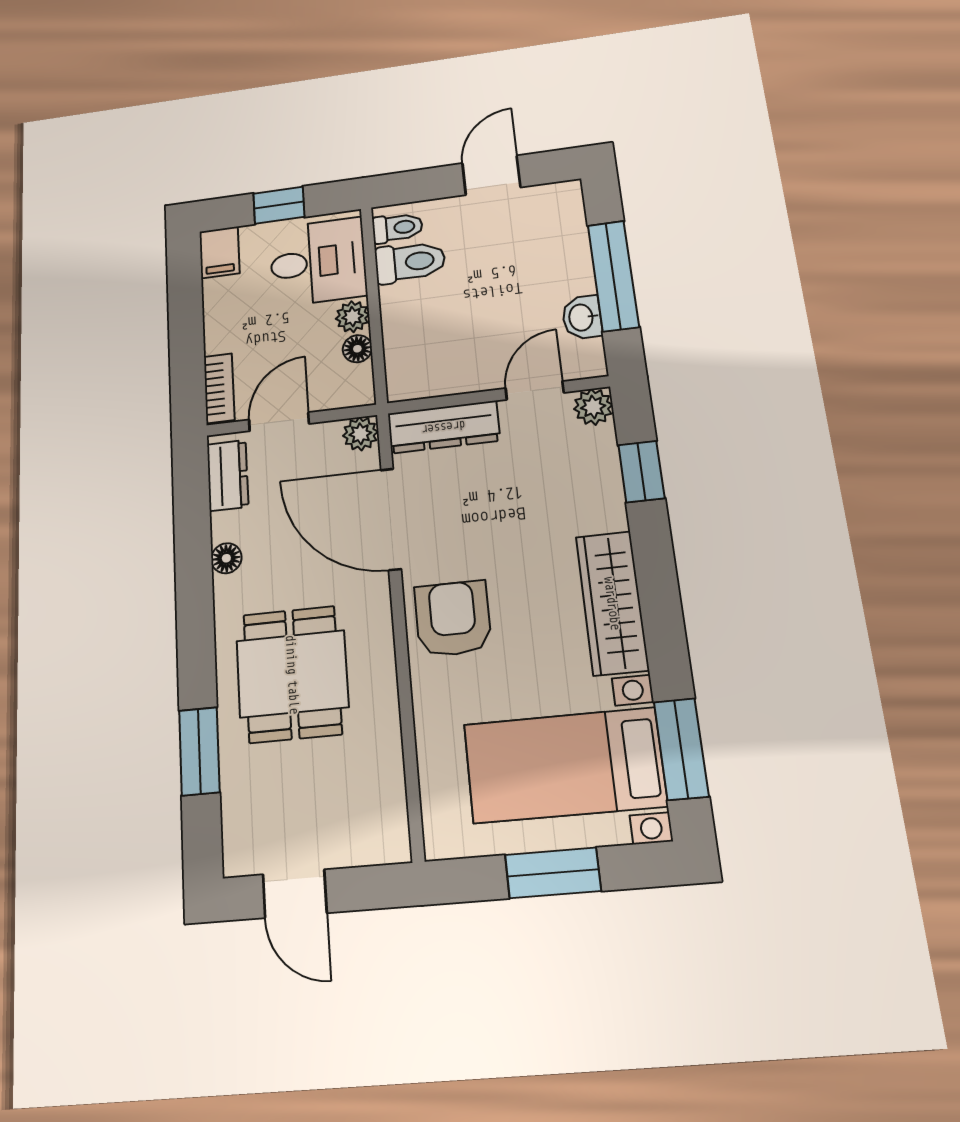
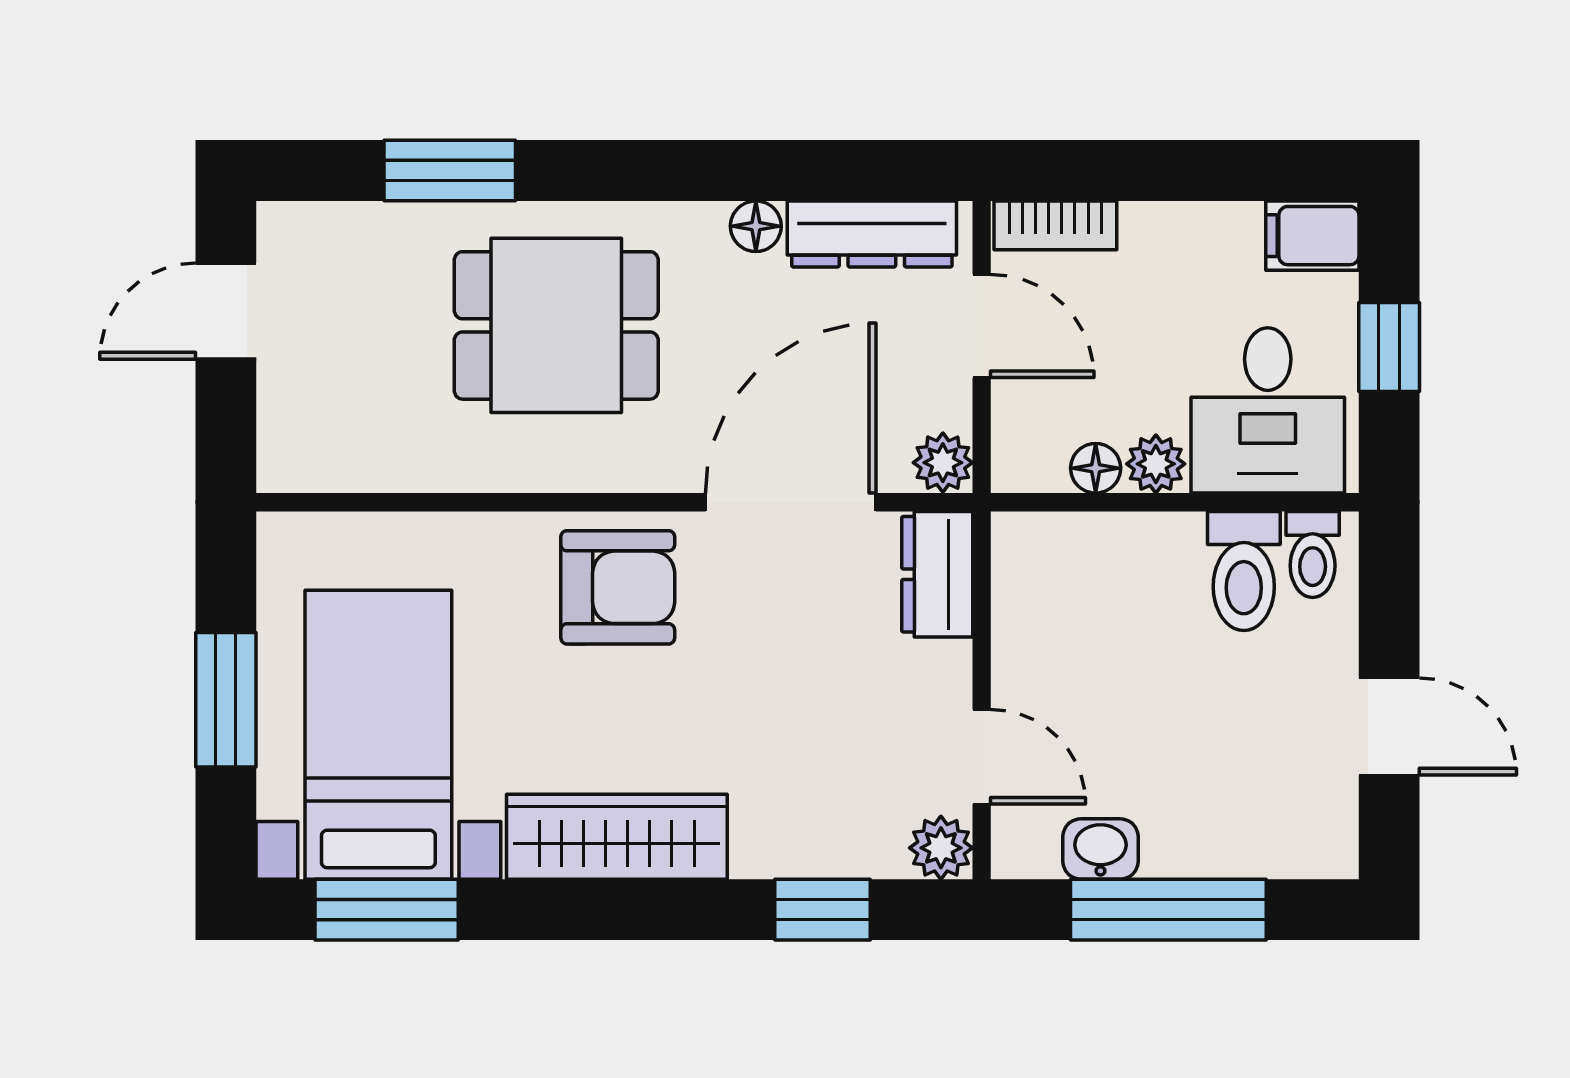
dresser: (444, 427) -> (937, 574), width x0.70
dresser: (228, 475) -> (872, 234), width x1.44

